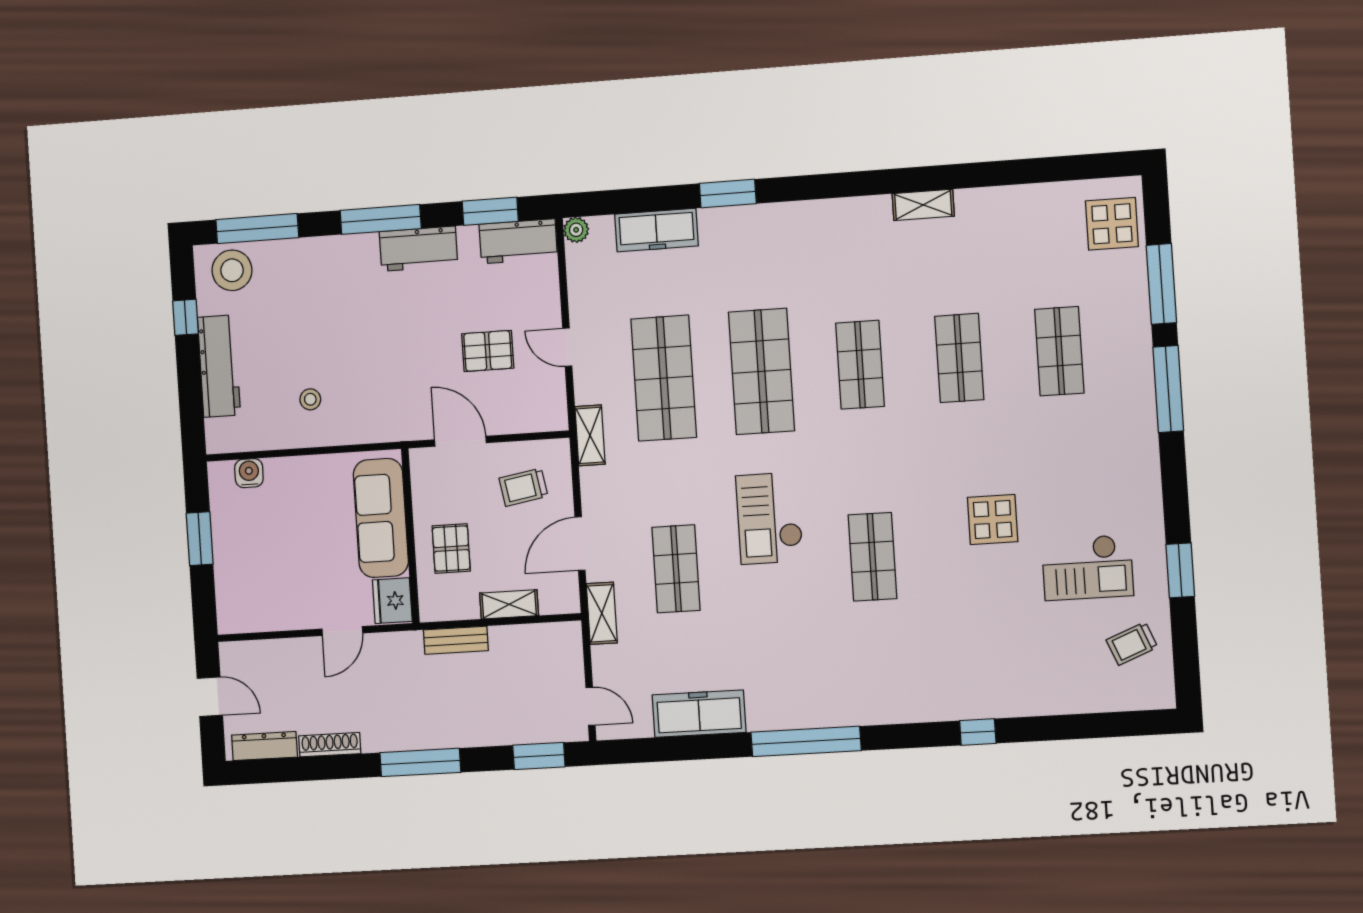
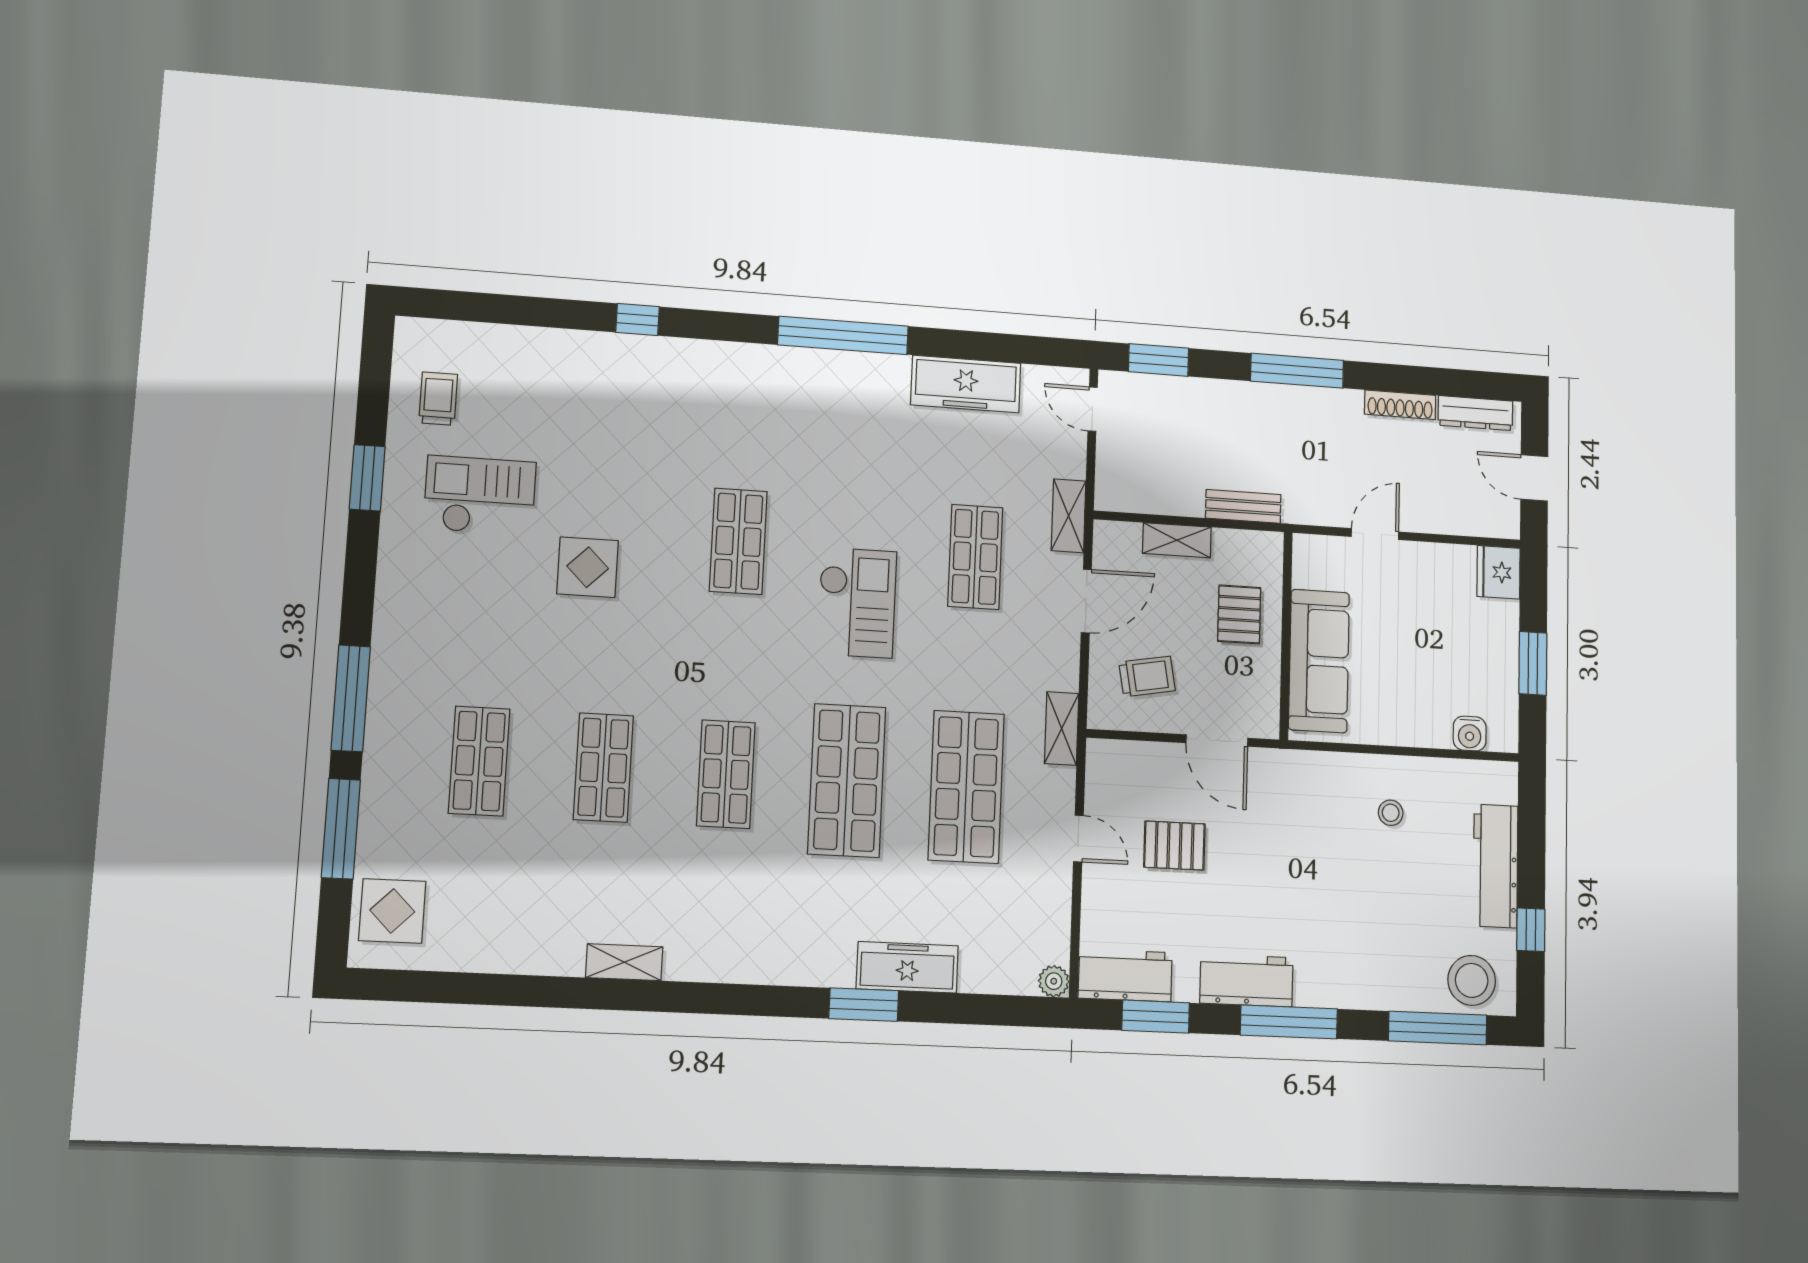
freezer: (656, 230) -> (907, 967), moved
fridge: (392, 601) -> (1498, 572), moved, turned 180
trolley: (1132, 644) -> (438, 399), turned -68

